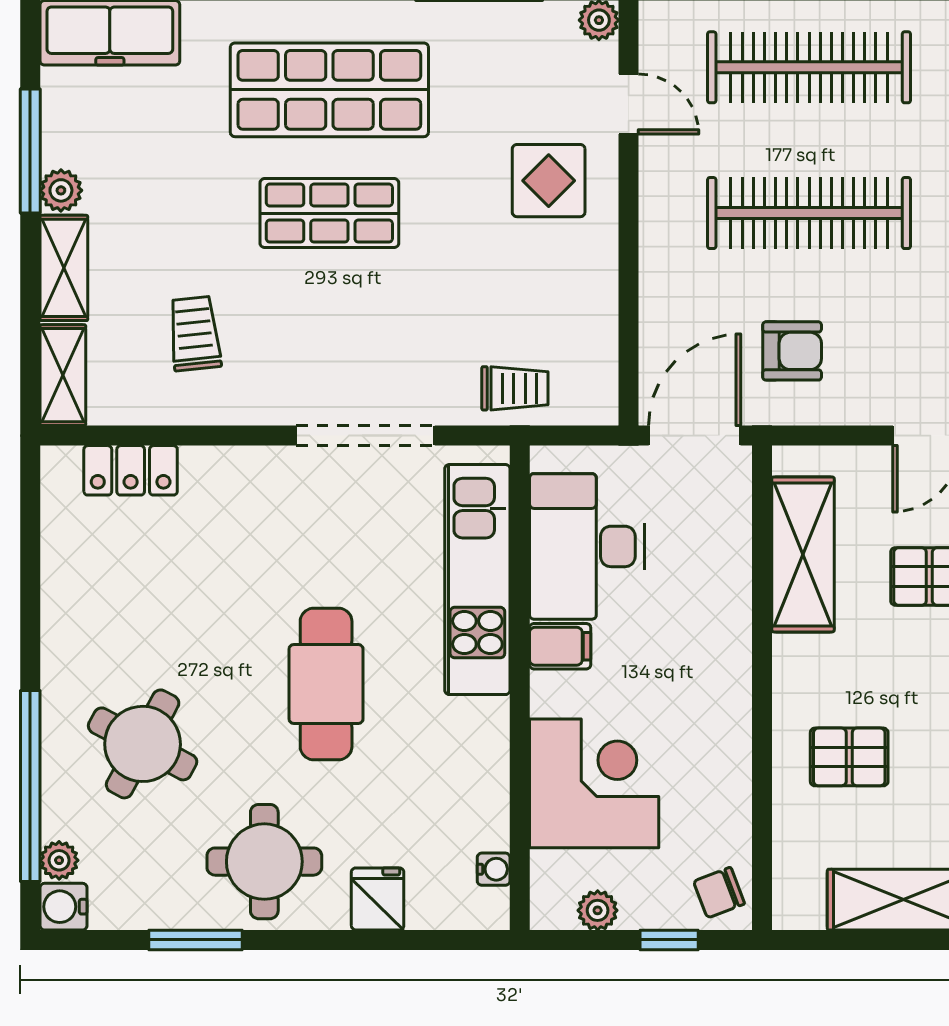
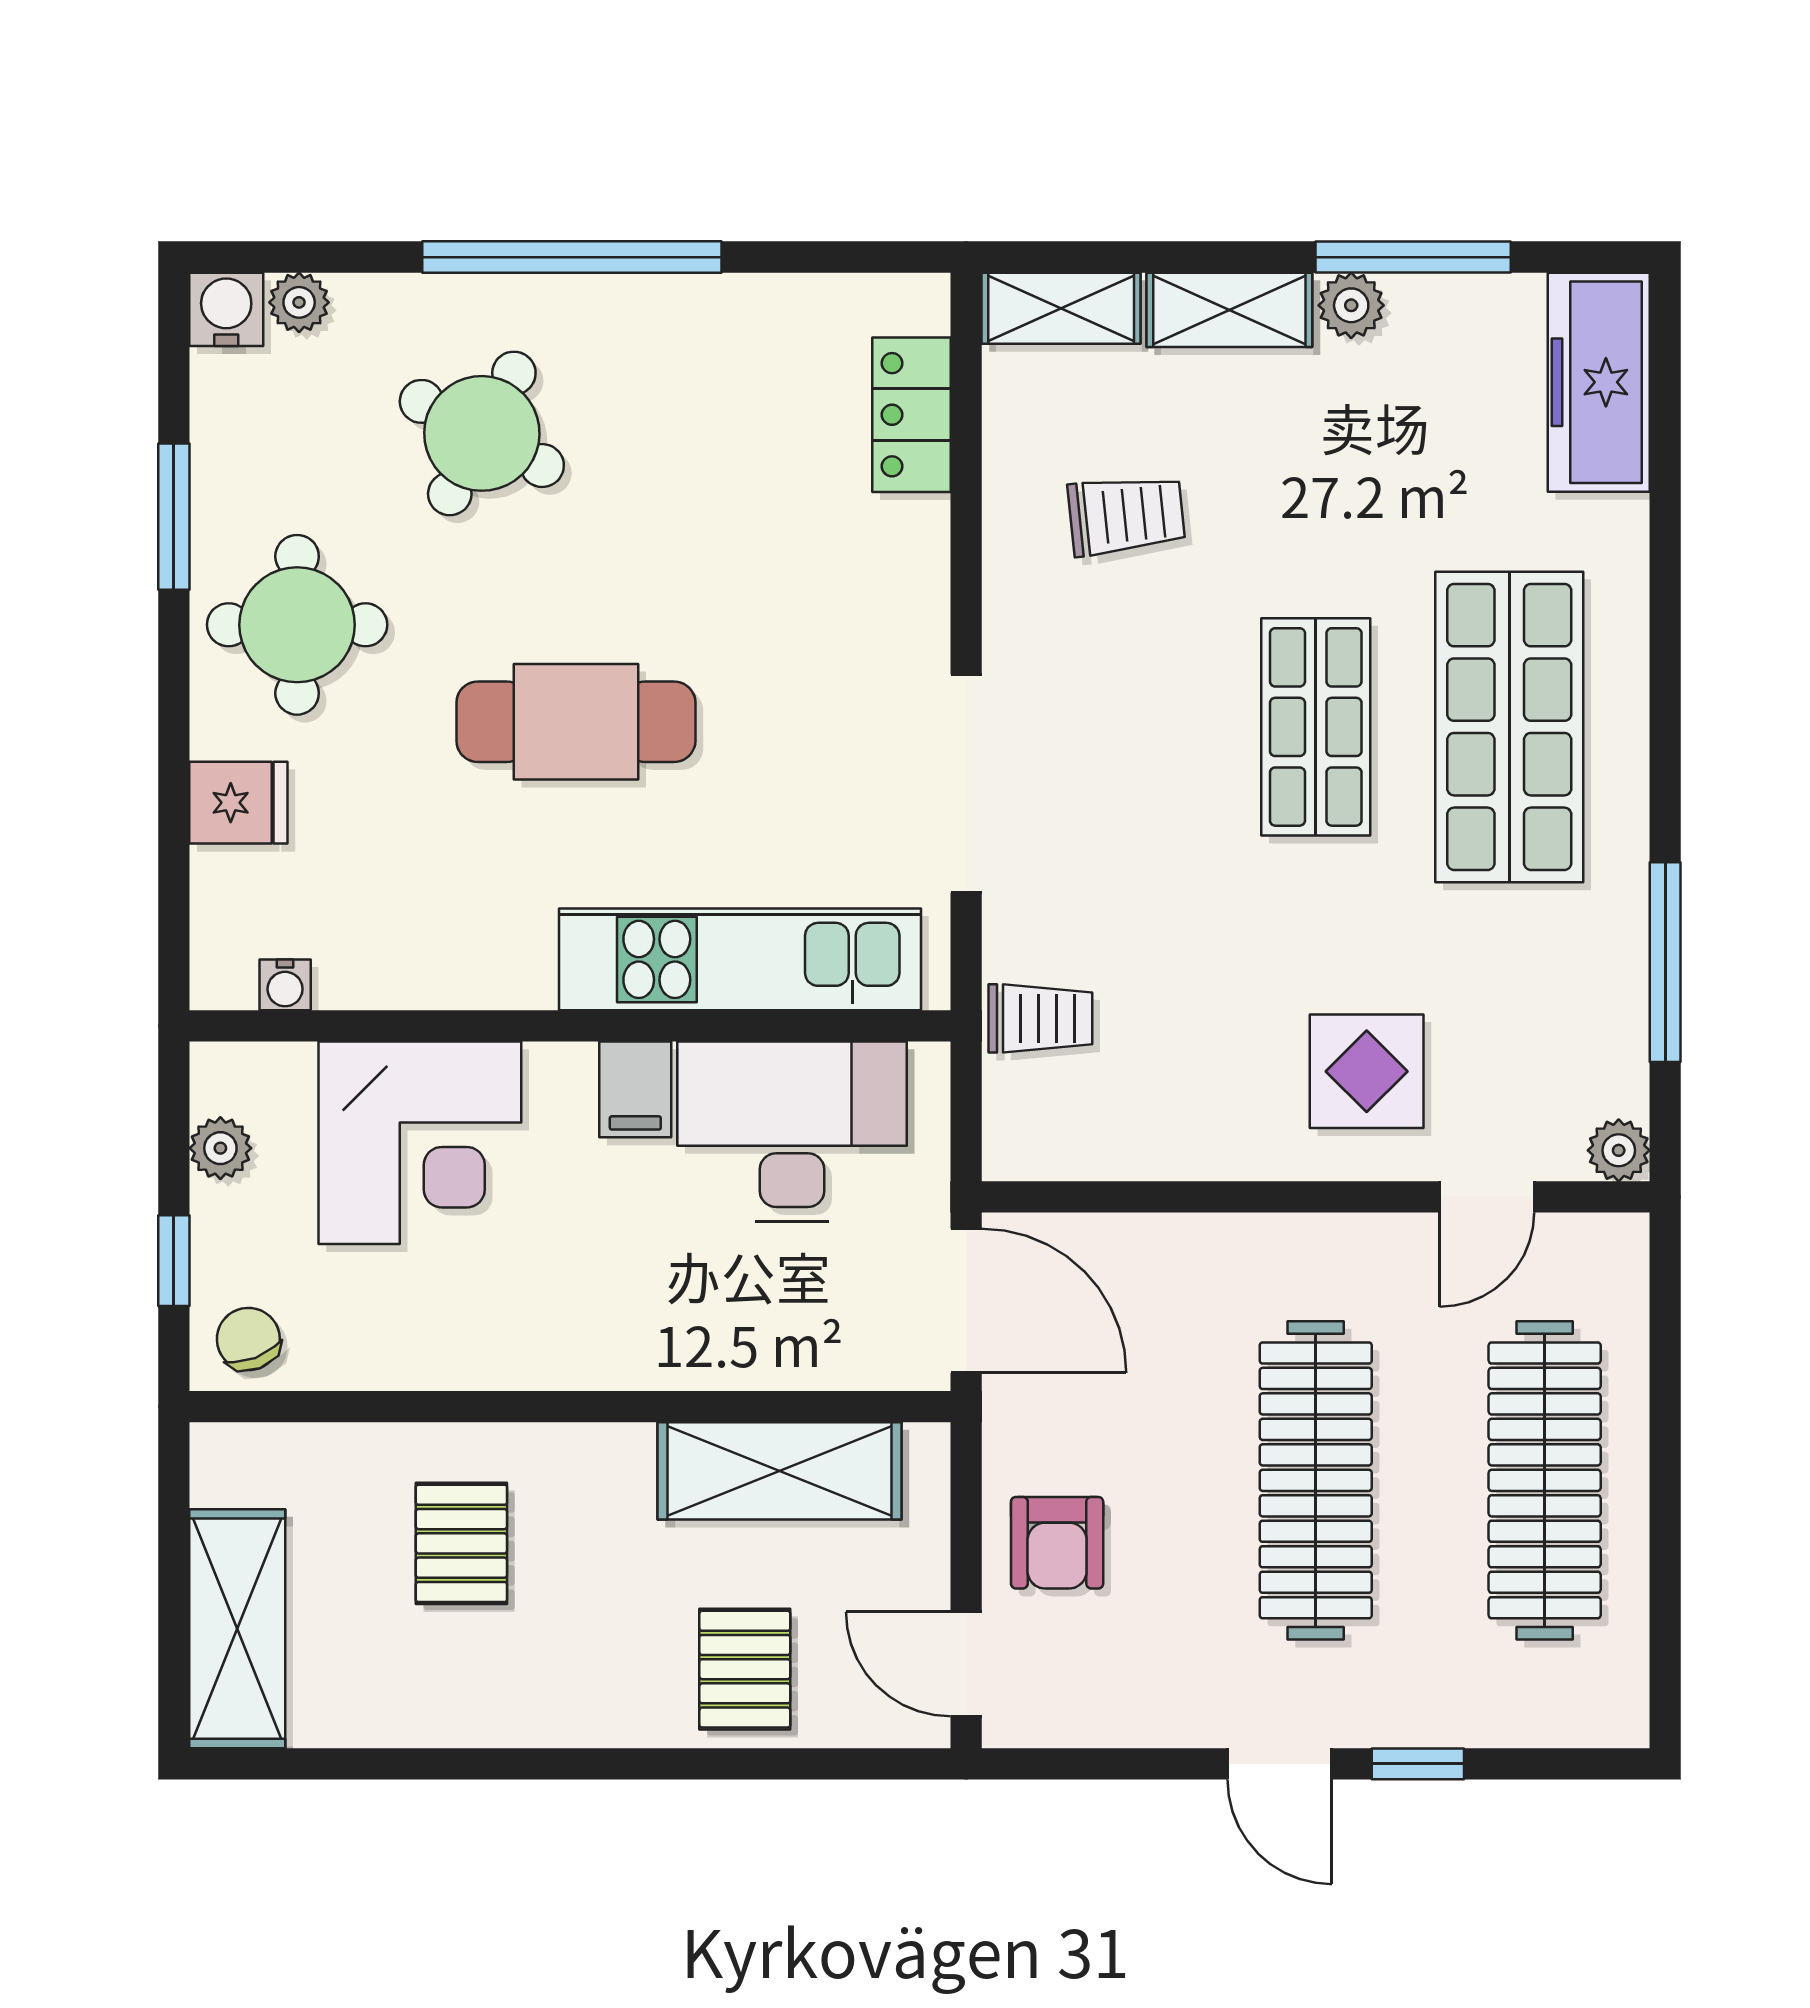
armchair: (792, 351) -> (1057, 1543), moved
trolley: (515, 388) -> (1040, 1018), turned -90
window: (30, 786) -> (572, 257), moved

